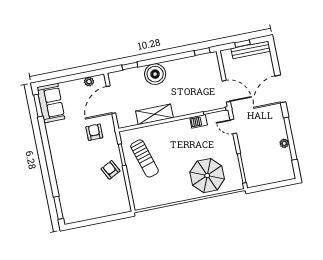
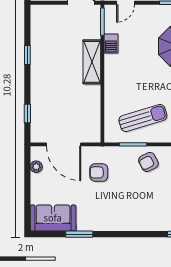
window: (202, 52) -> (27, 55), moved
boiler: (155, 74) -> (43, 85), removed
window: (38, 106) -> (79, 234), moved
shelving: (154, 114) -> (92, 62), moved

